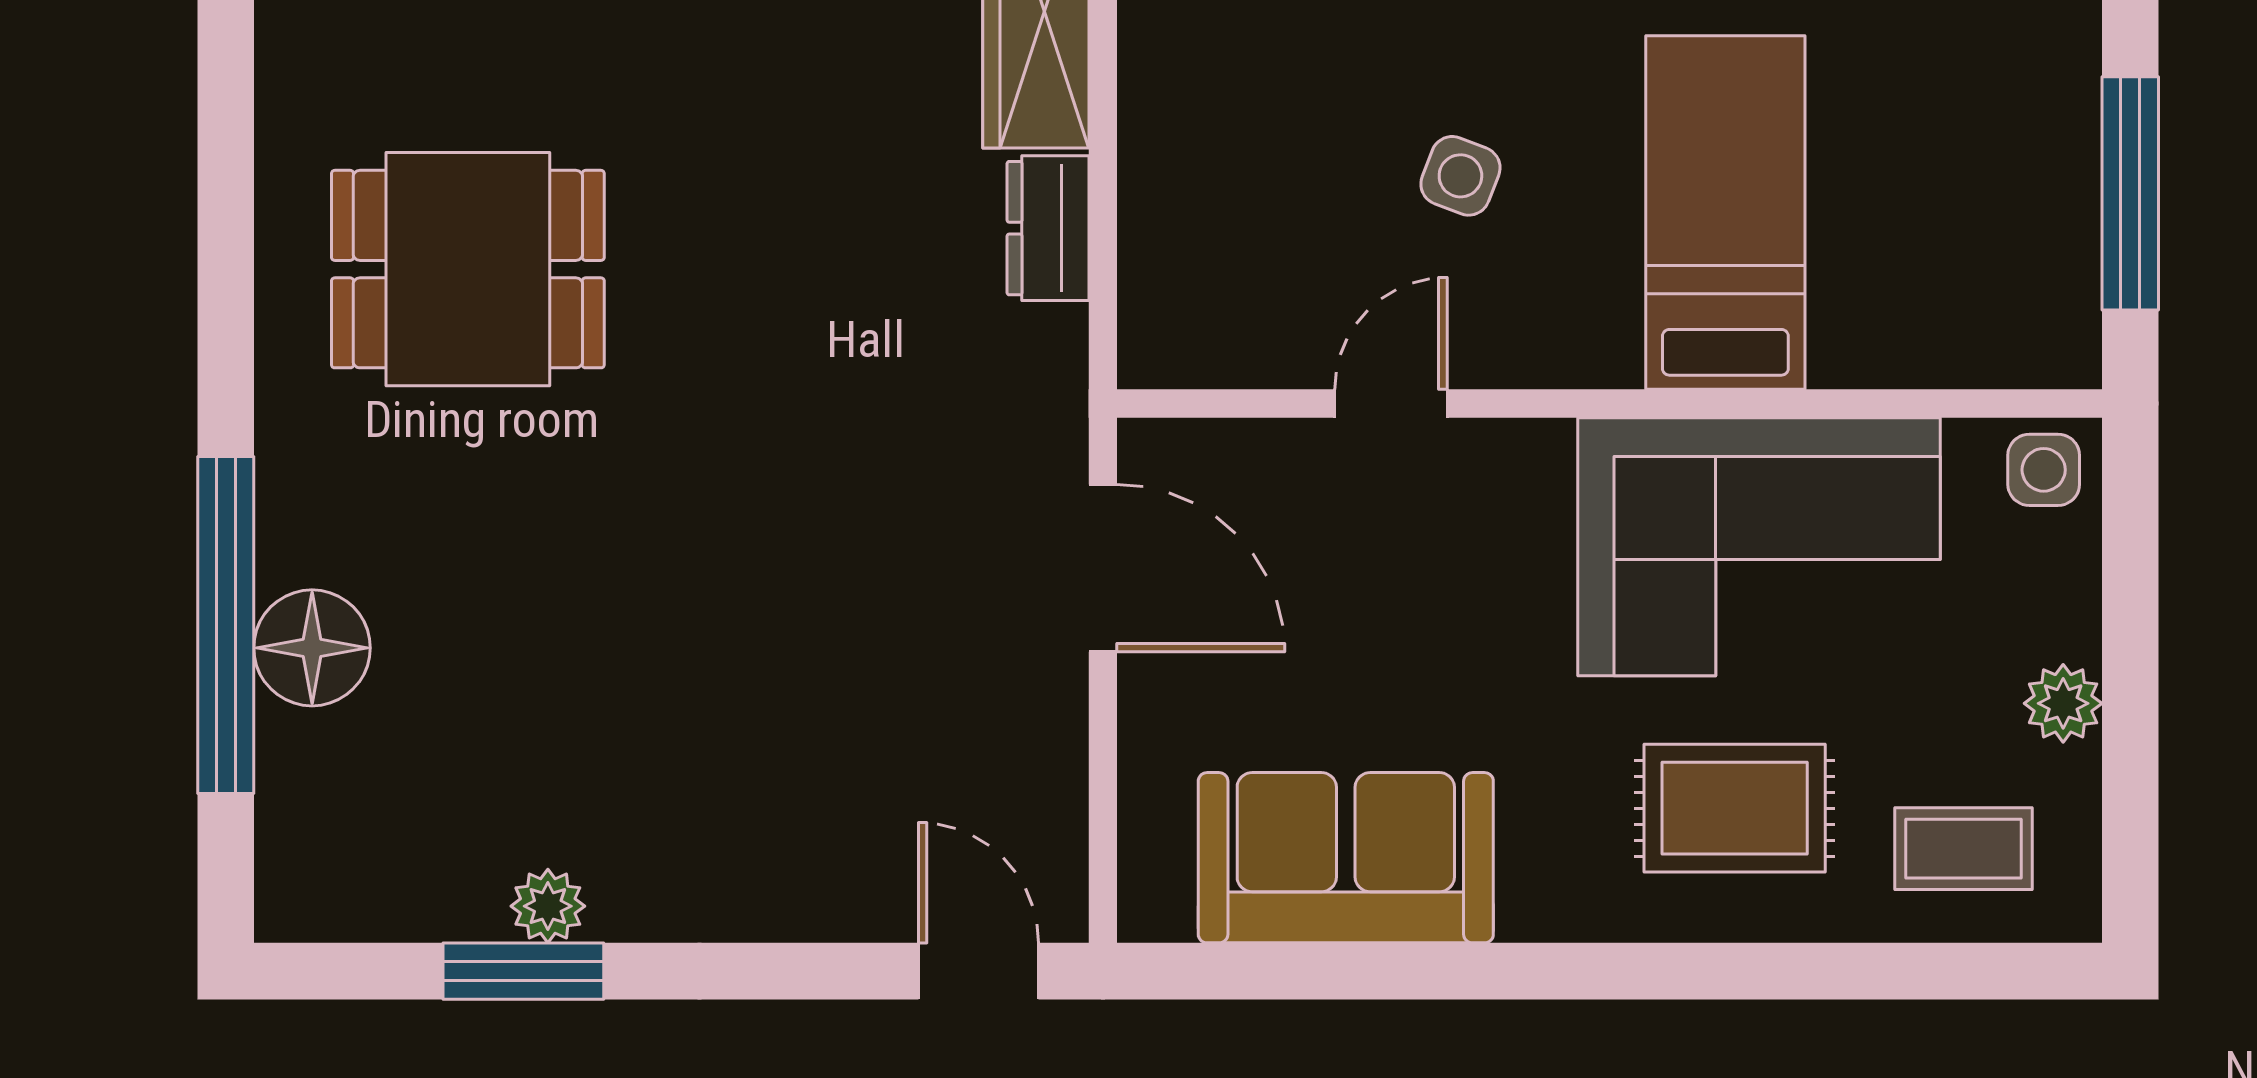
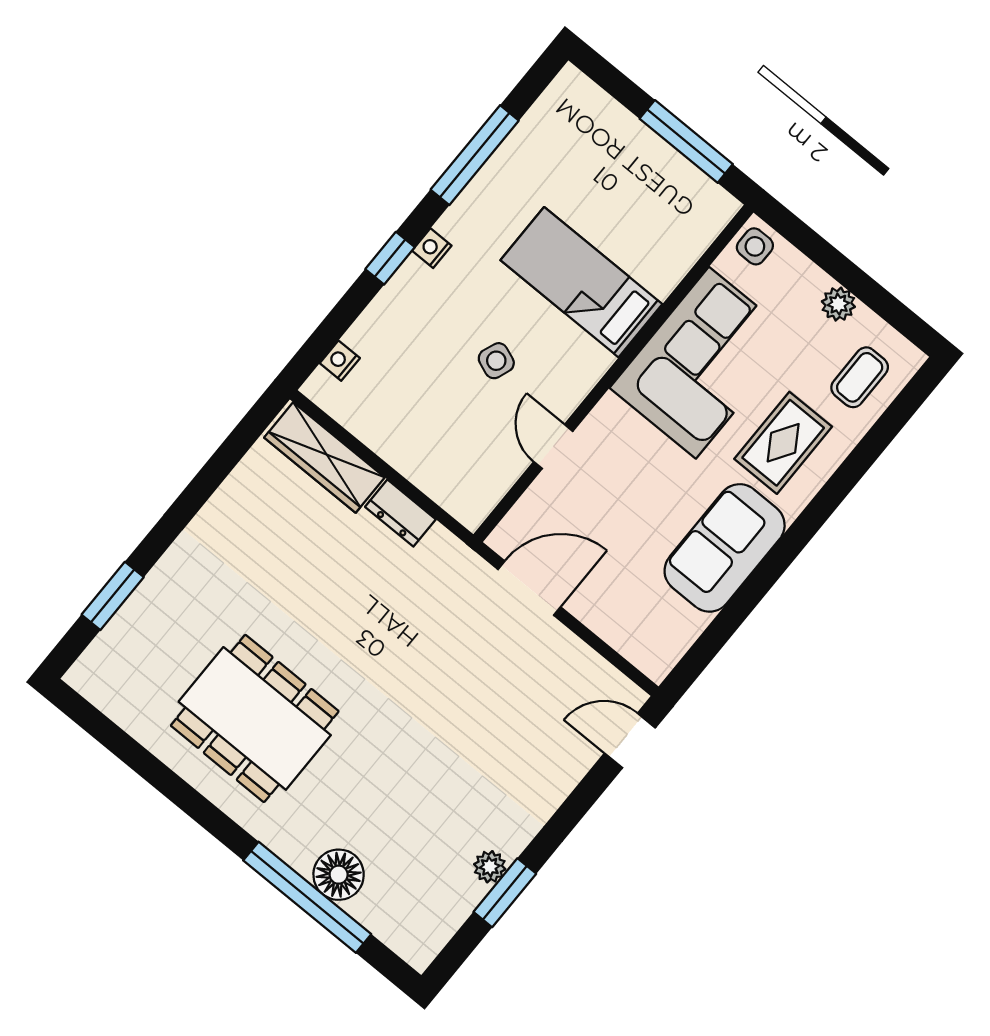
dining table: (468, 269) -> (255, 718), width x1.38
sofa: (1346, 858) -> (725, 548), moved

